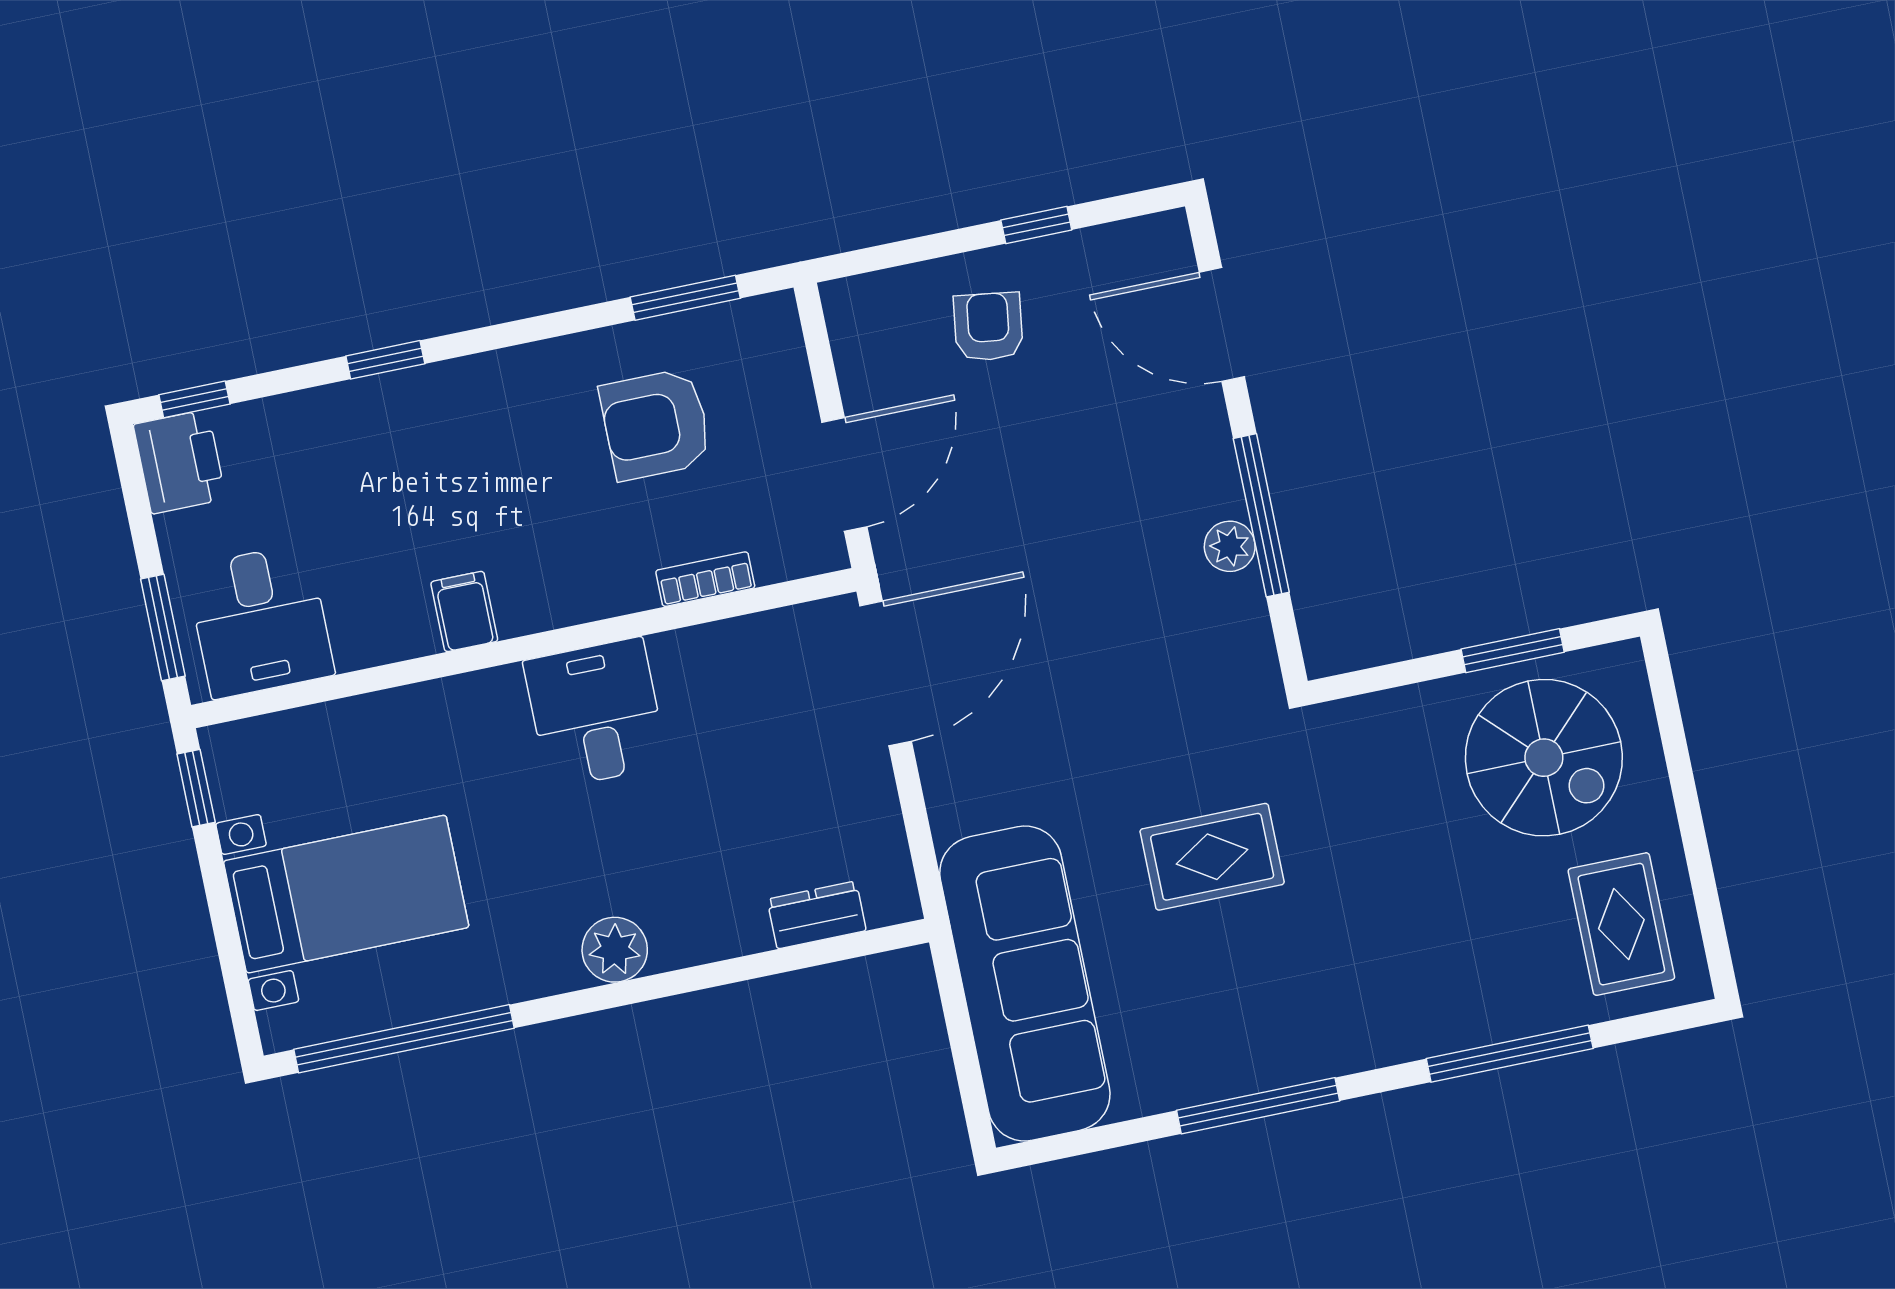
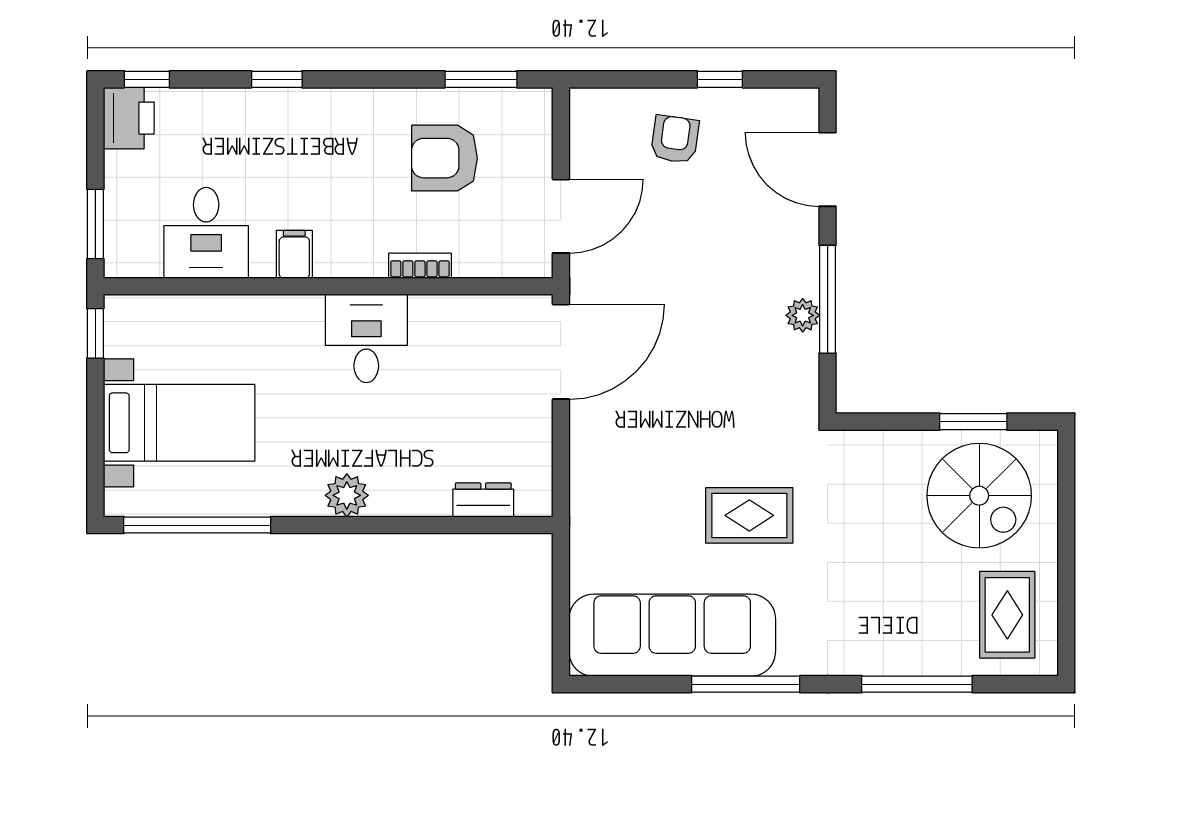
bookcase: (705, 579) -> (420, 266), moved
desk: (260, 621) -> (206, 233), moved
sofa: (1025, 984) -> (672, 635), moved, turned -90

